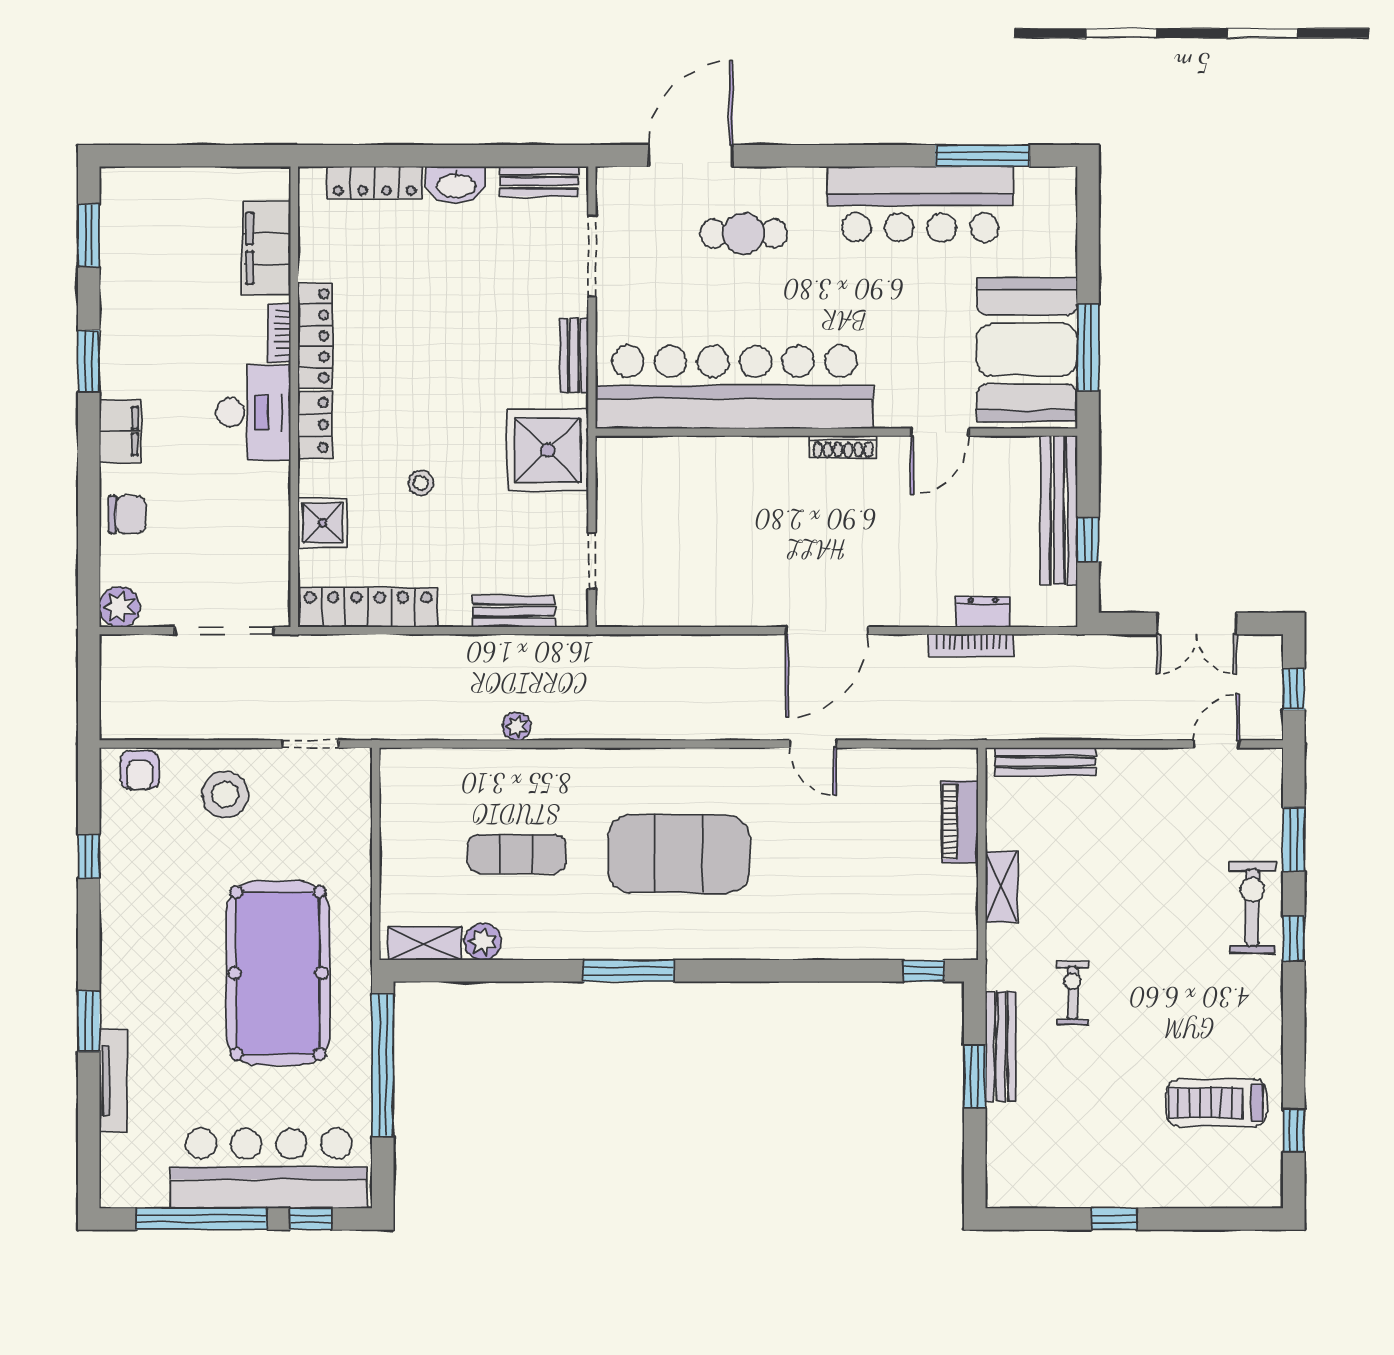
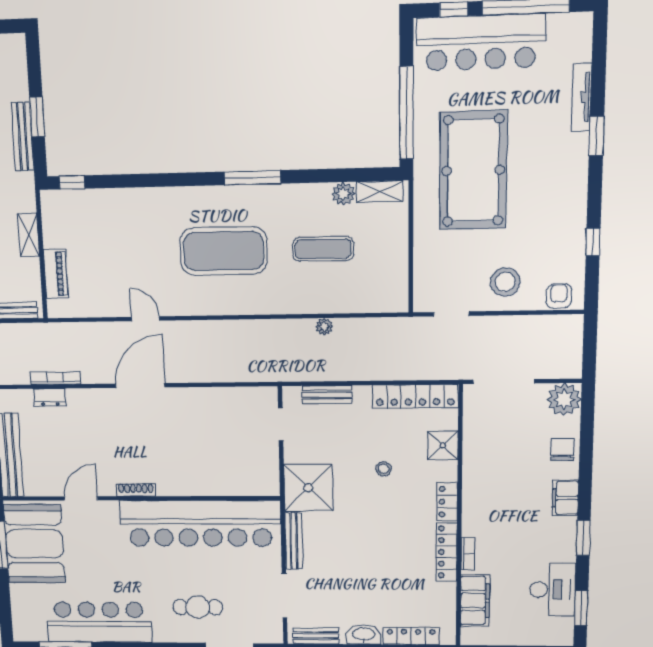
bench: (574, 355) -> (294, 541), width x1.36
desk: (253, 412) -> (553, 590), moved, turned 180
chair: (127, 514) -> (562, 450), turned 90
plant: (120, 607) -> (564, 399), width x1.36, depth x1.36

